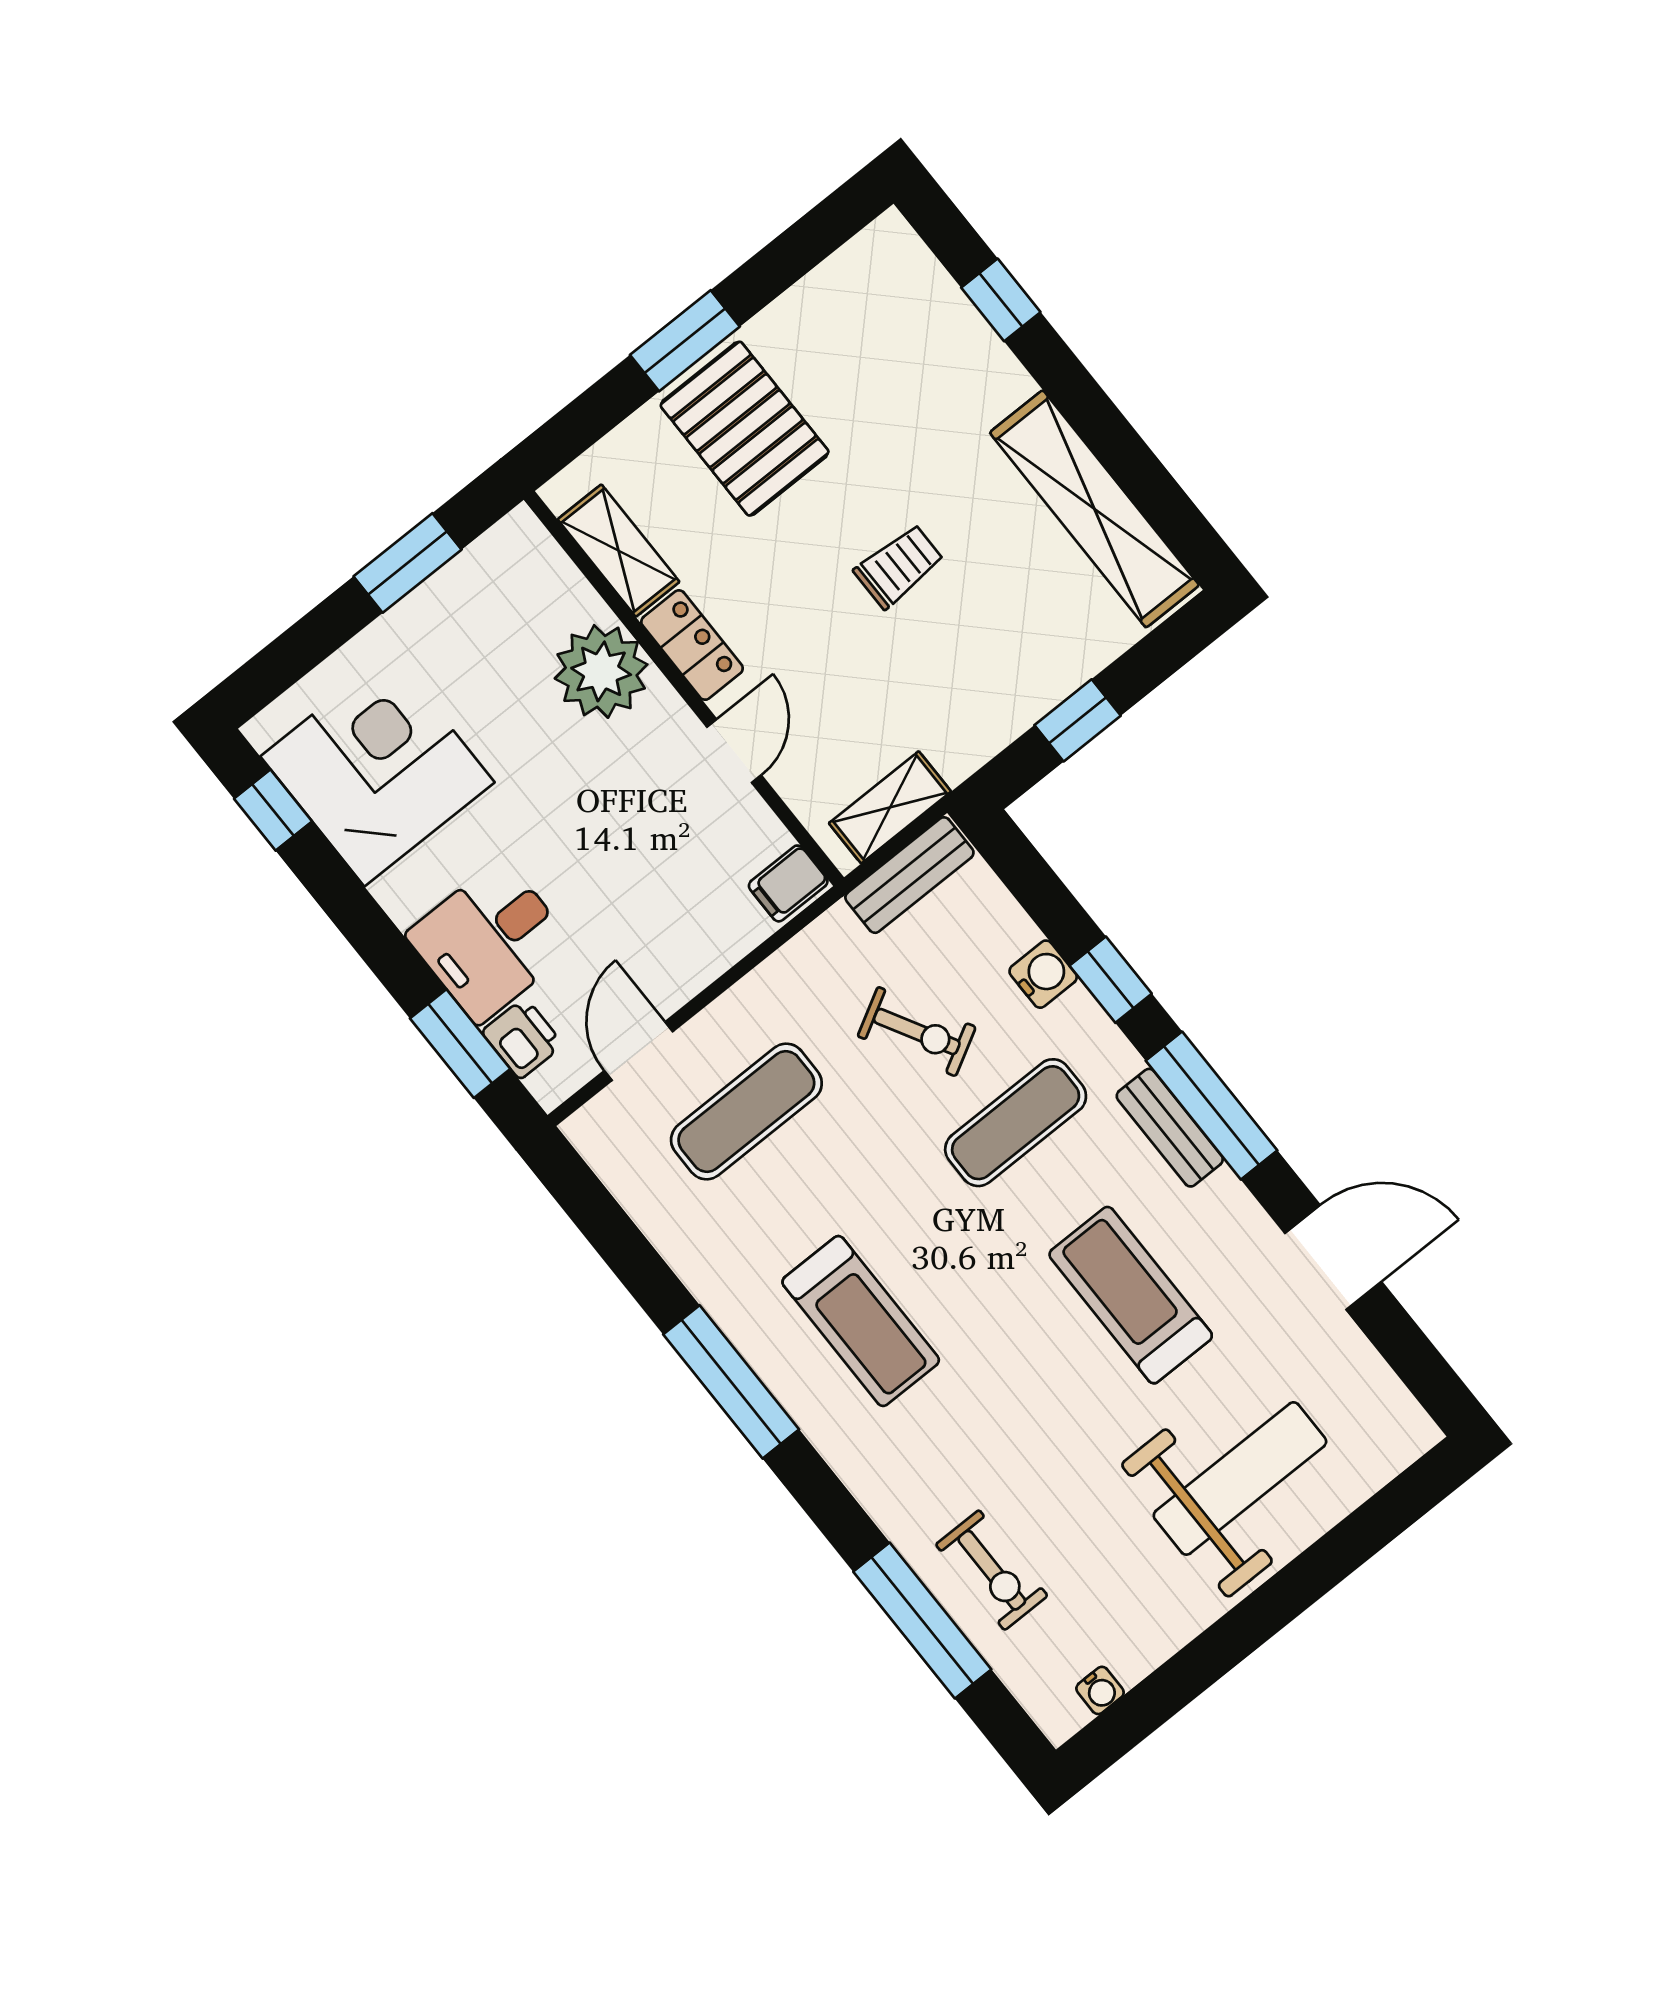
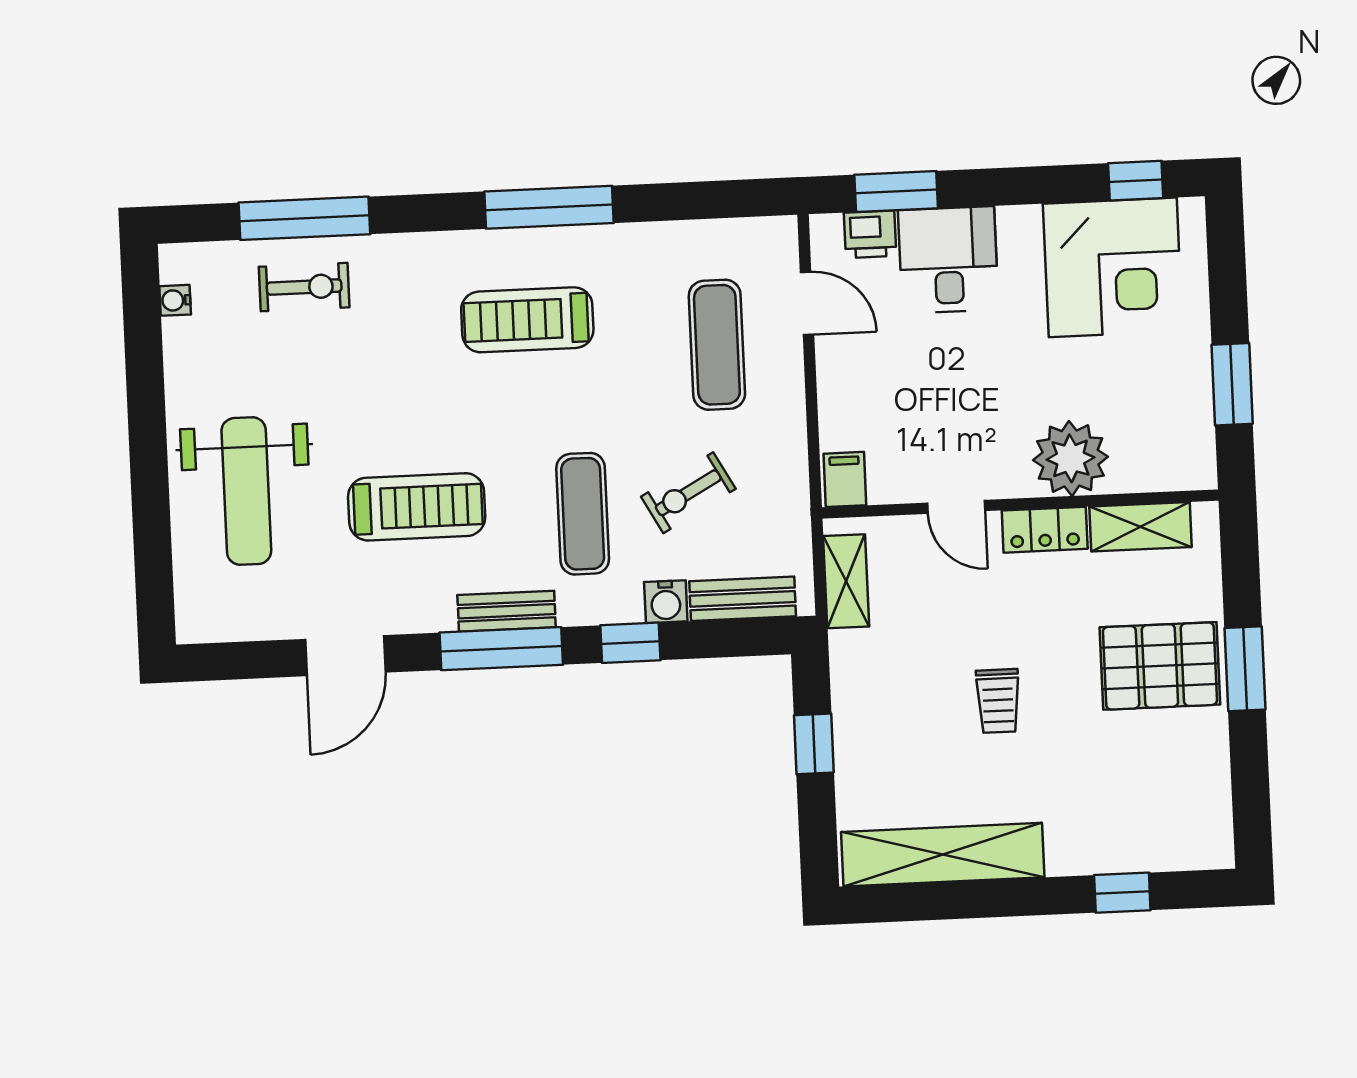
bench: (909, 875) -> (743, 599), moved, turned 90
exercise bike: (992, 1570) -> (304, 287), turned 180

